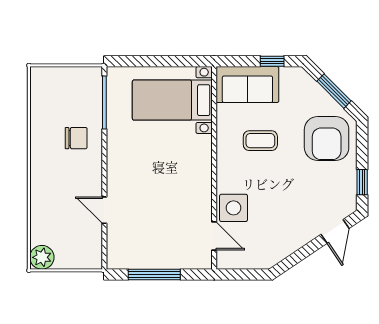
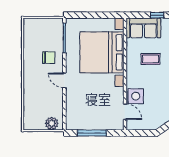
bed with nightstands: (172, 100) -> (102, 52), width x1.85
door: (104, 210) -> (64, 80), moved
plant: (42, 257) -> (52, 123), moved

